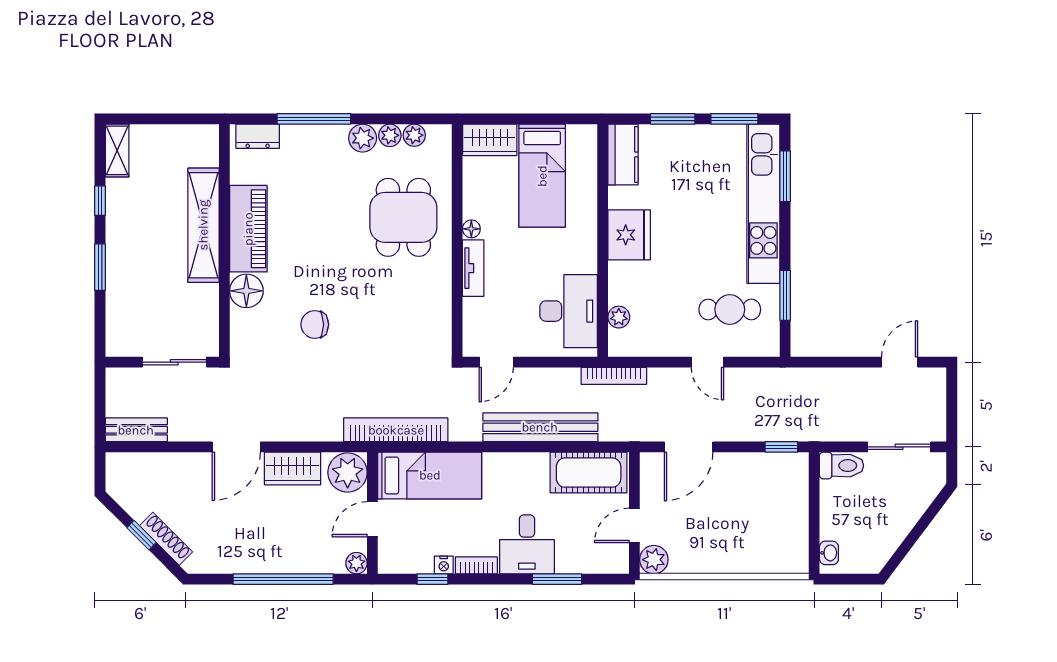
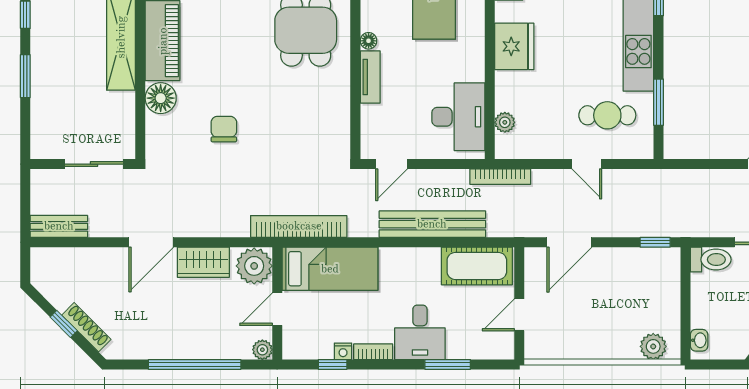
chair: (315, 324) -> (224, 129), turned 90
plant: (654, 560) -> (653, 346), moved

